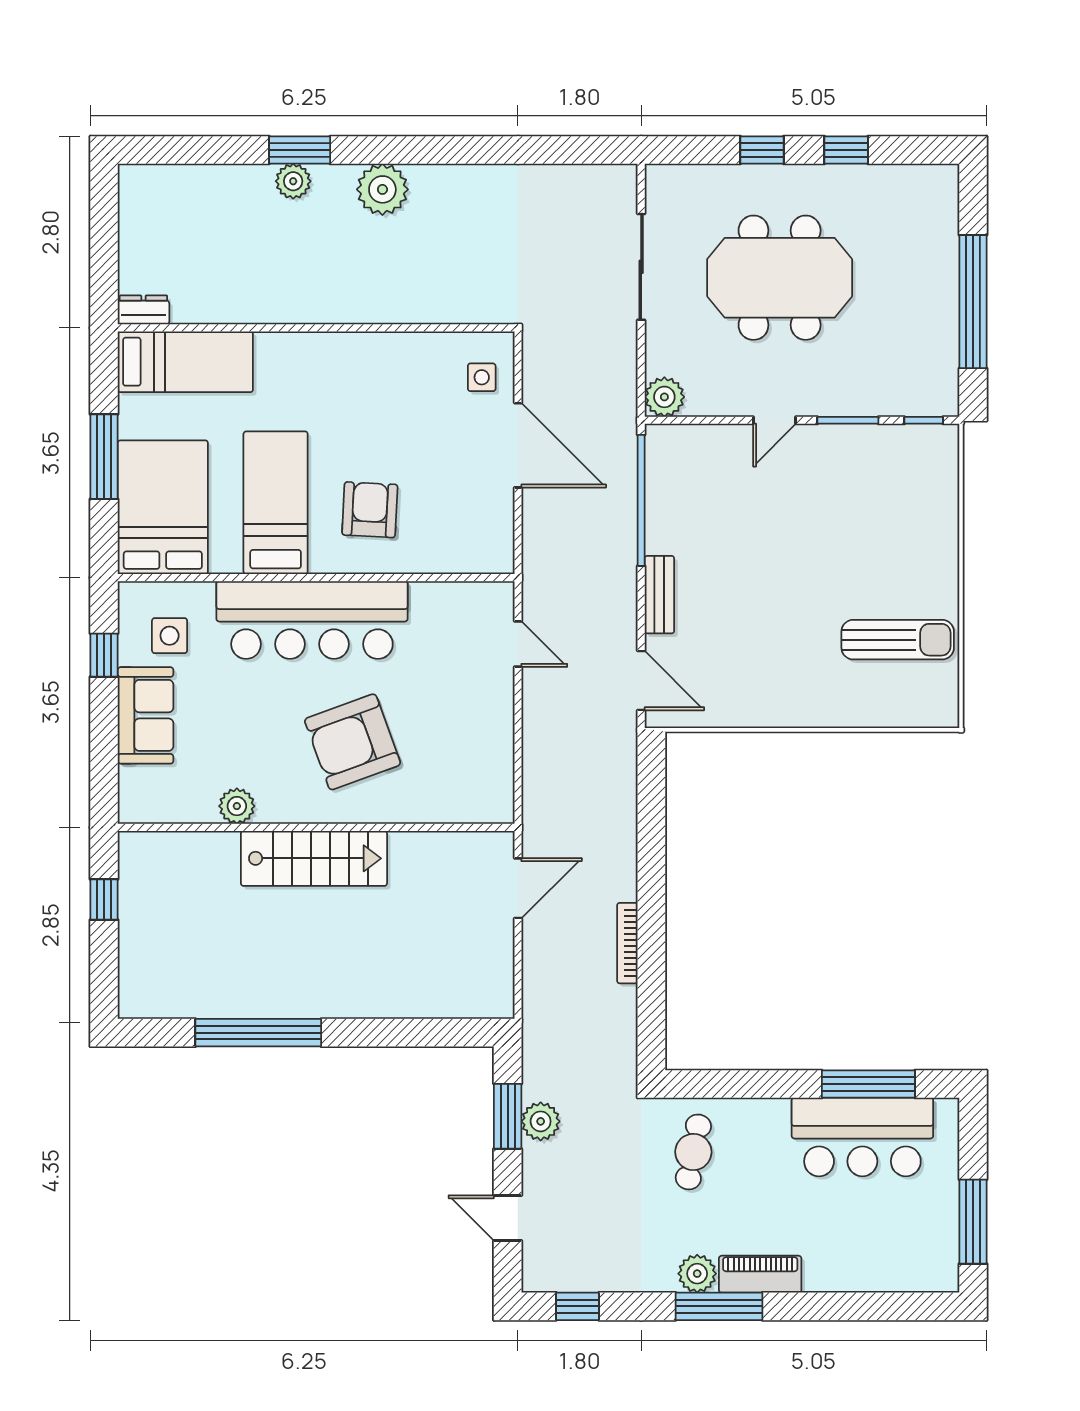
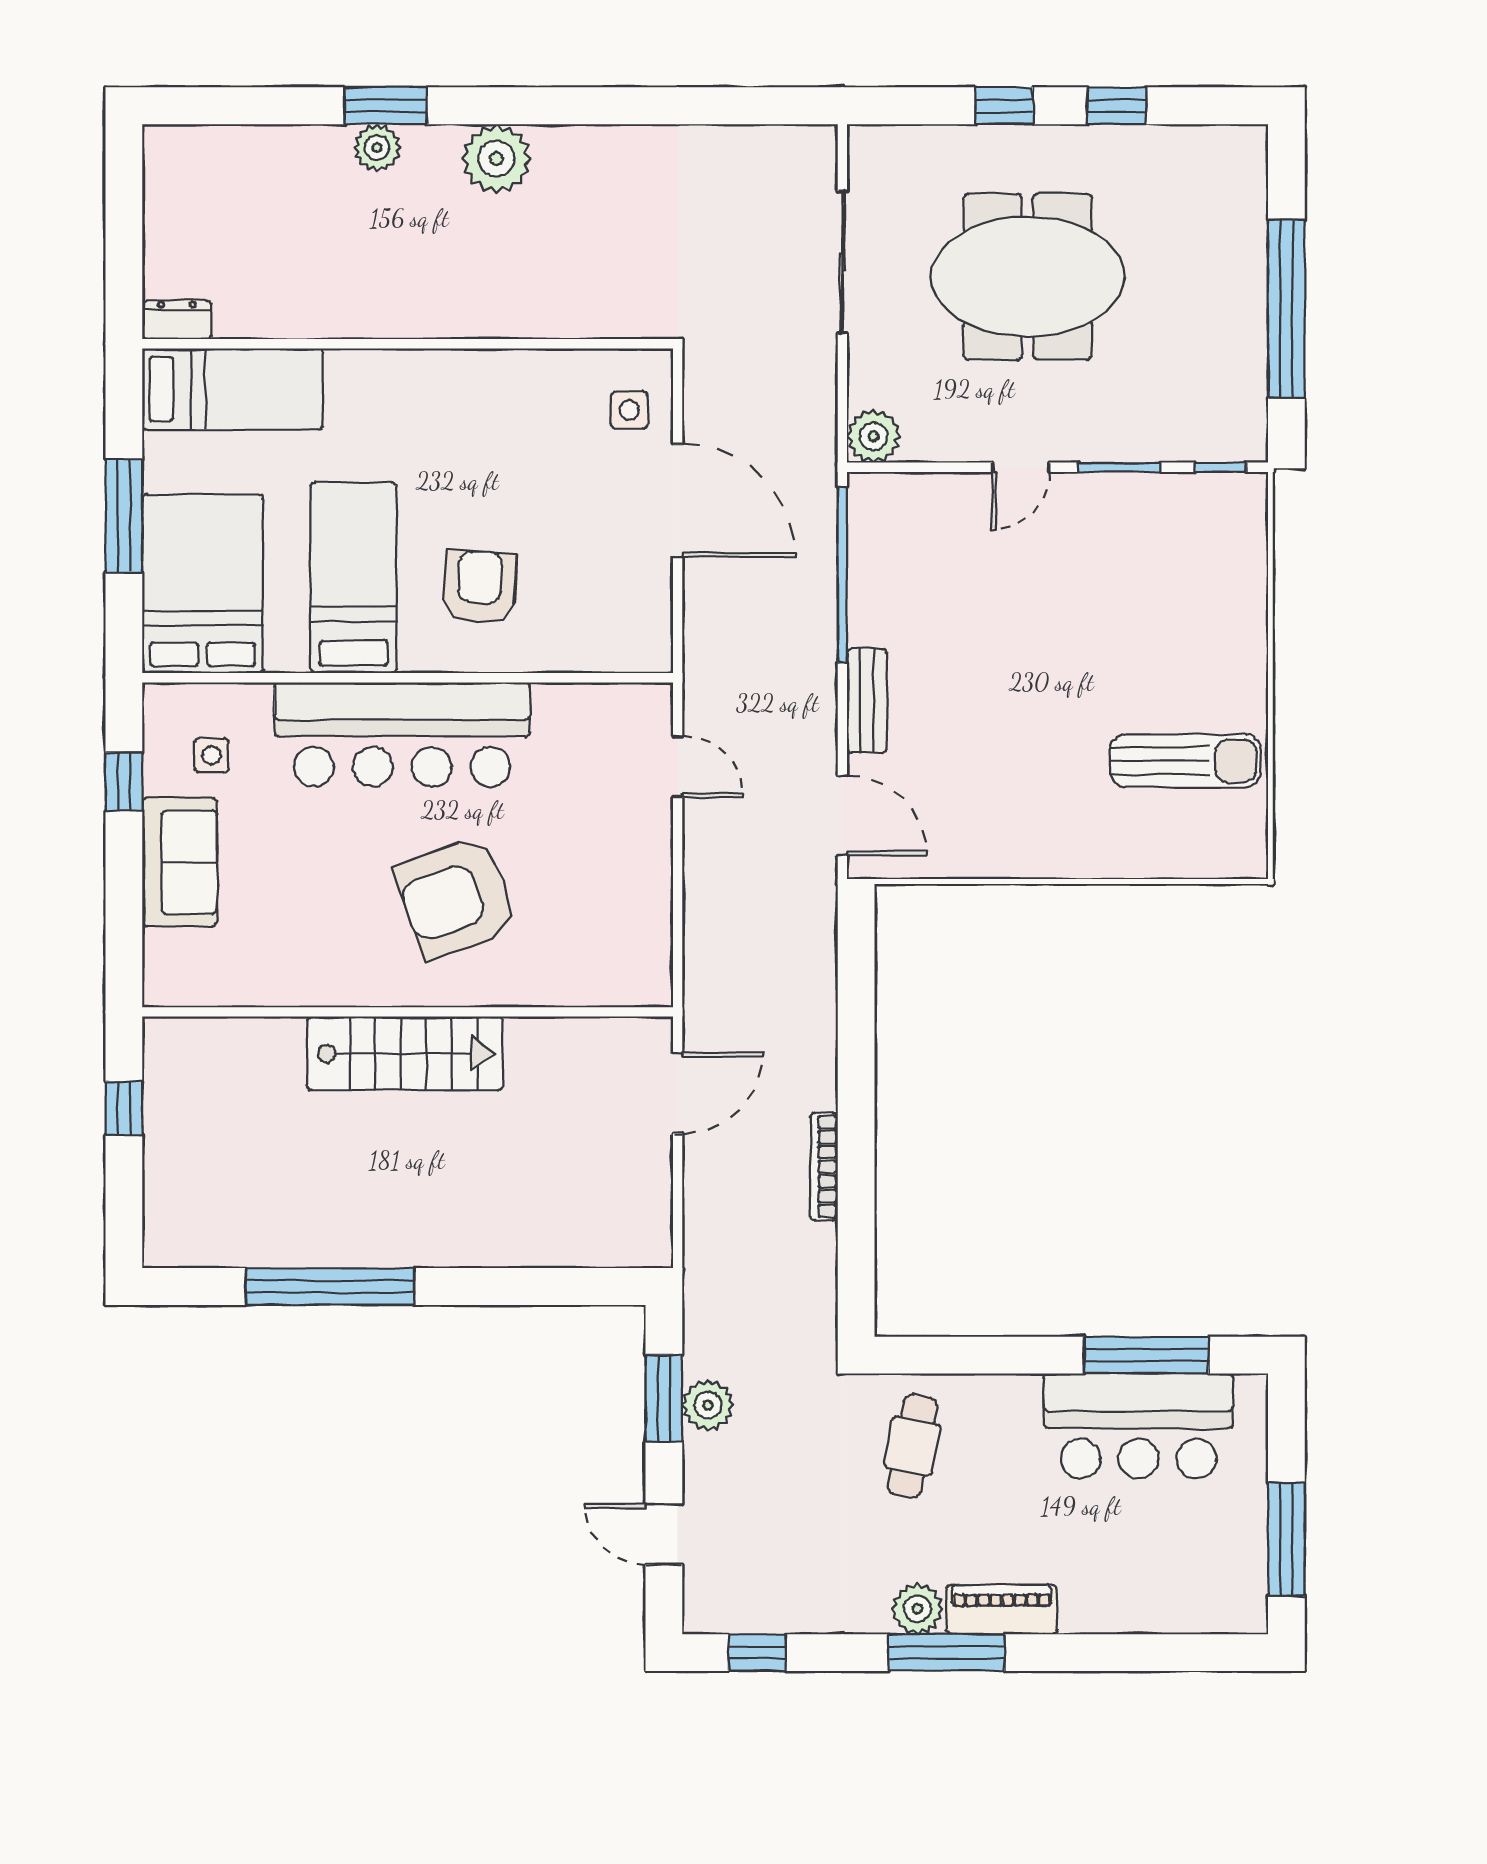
side table: (170, 636) -> (212, 755), width x0.73, depth x0.73
plant: (237, 806) -> (302, 983), removed

